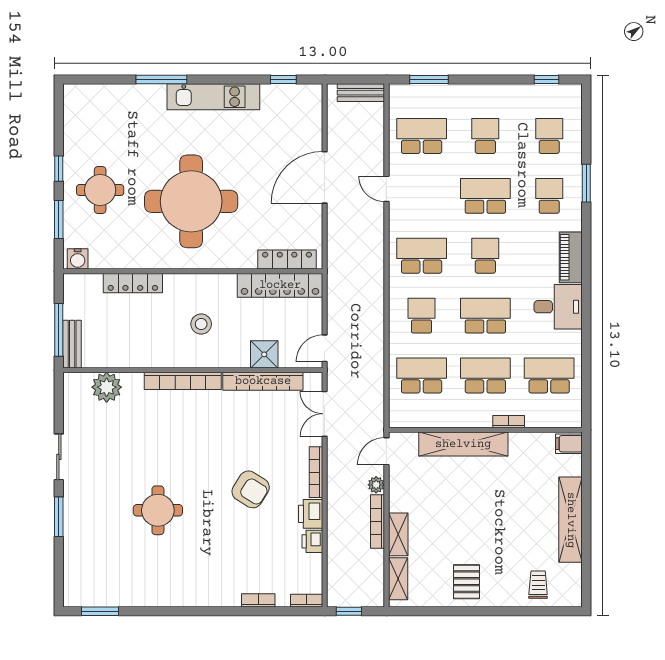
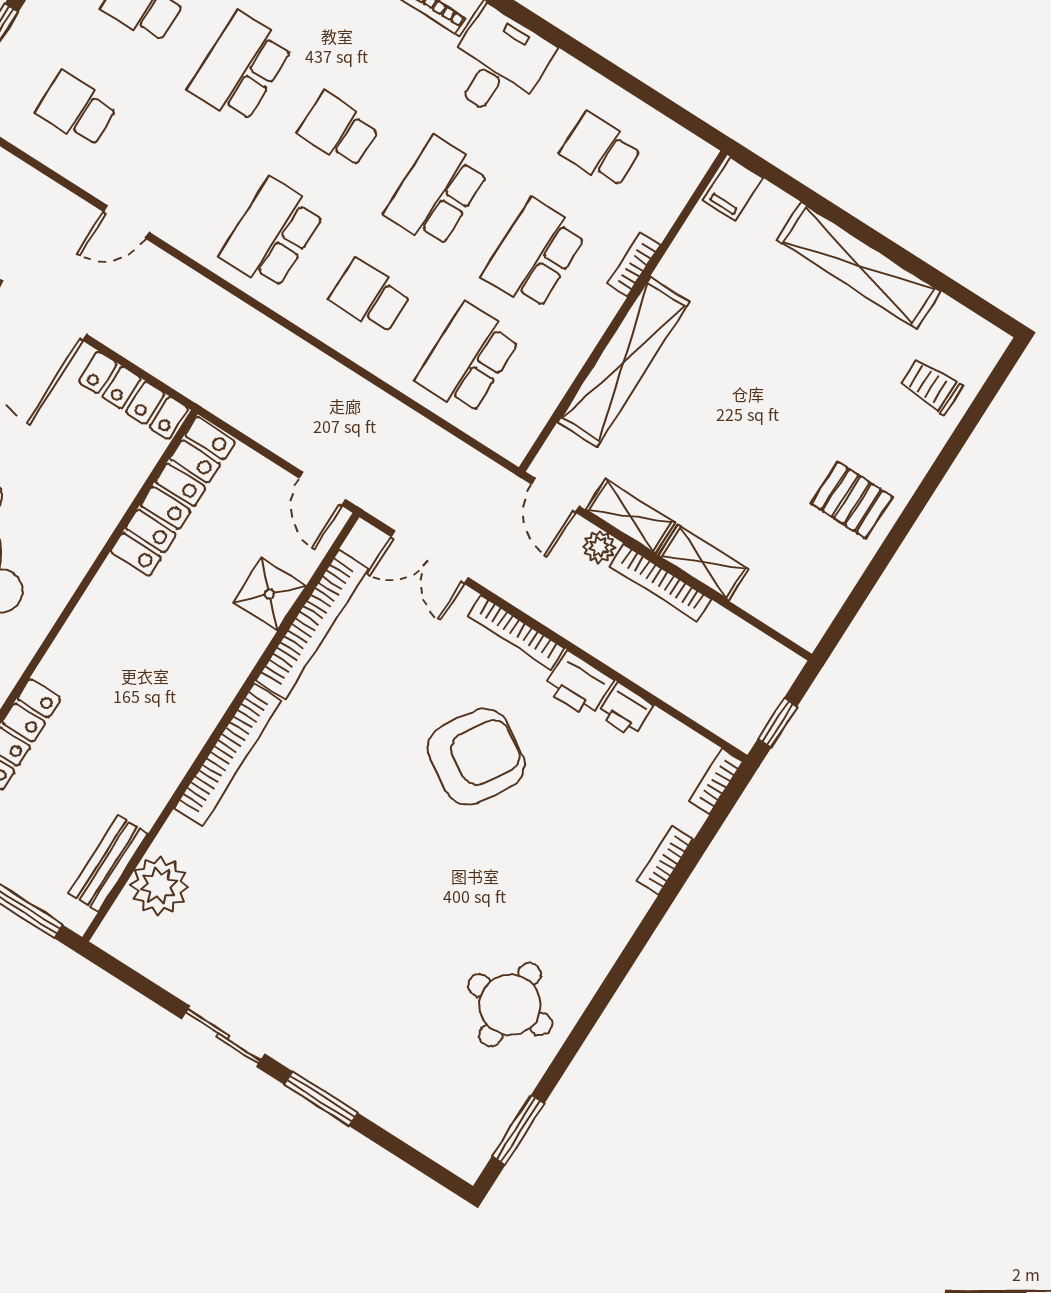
school desk: (422, 136) -> (76, 109), width x0.54
locker: (287, 260) -> (133, 395), moved, turned -90
stool: (201, 324) -> (154, 665), removed
bench: (72, 344) -> (108, 863), moved, turned 90
school desk: (549, 376) -> (601, 150), width x0.54
armchair: (251, 489) -> (476, 757), width x1.36, depth x1.36
round table: (158, 510) -> (510, 1005), moved
shelving: (398, 579) -> (631, 516), moved

